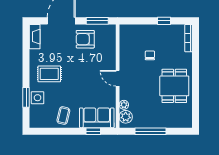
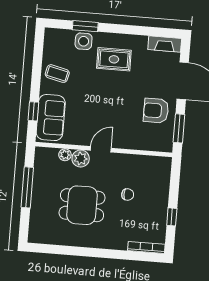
armchair: (85, 39) -> (156, 111), turned -90
rug: (49, 74) -> (114, 59), turned 90
dining table: (174, 86) -> (82, 205), moved
plant: (126, 117) -> (81, 159), moved

